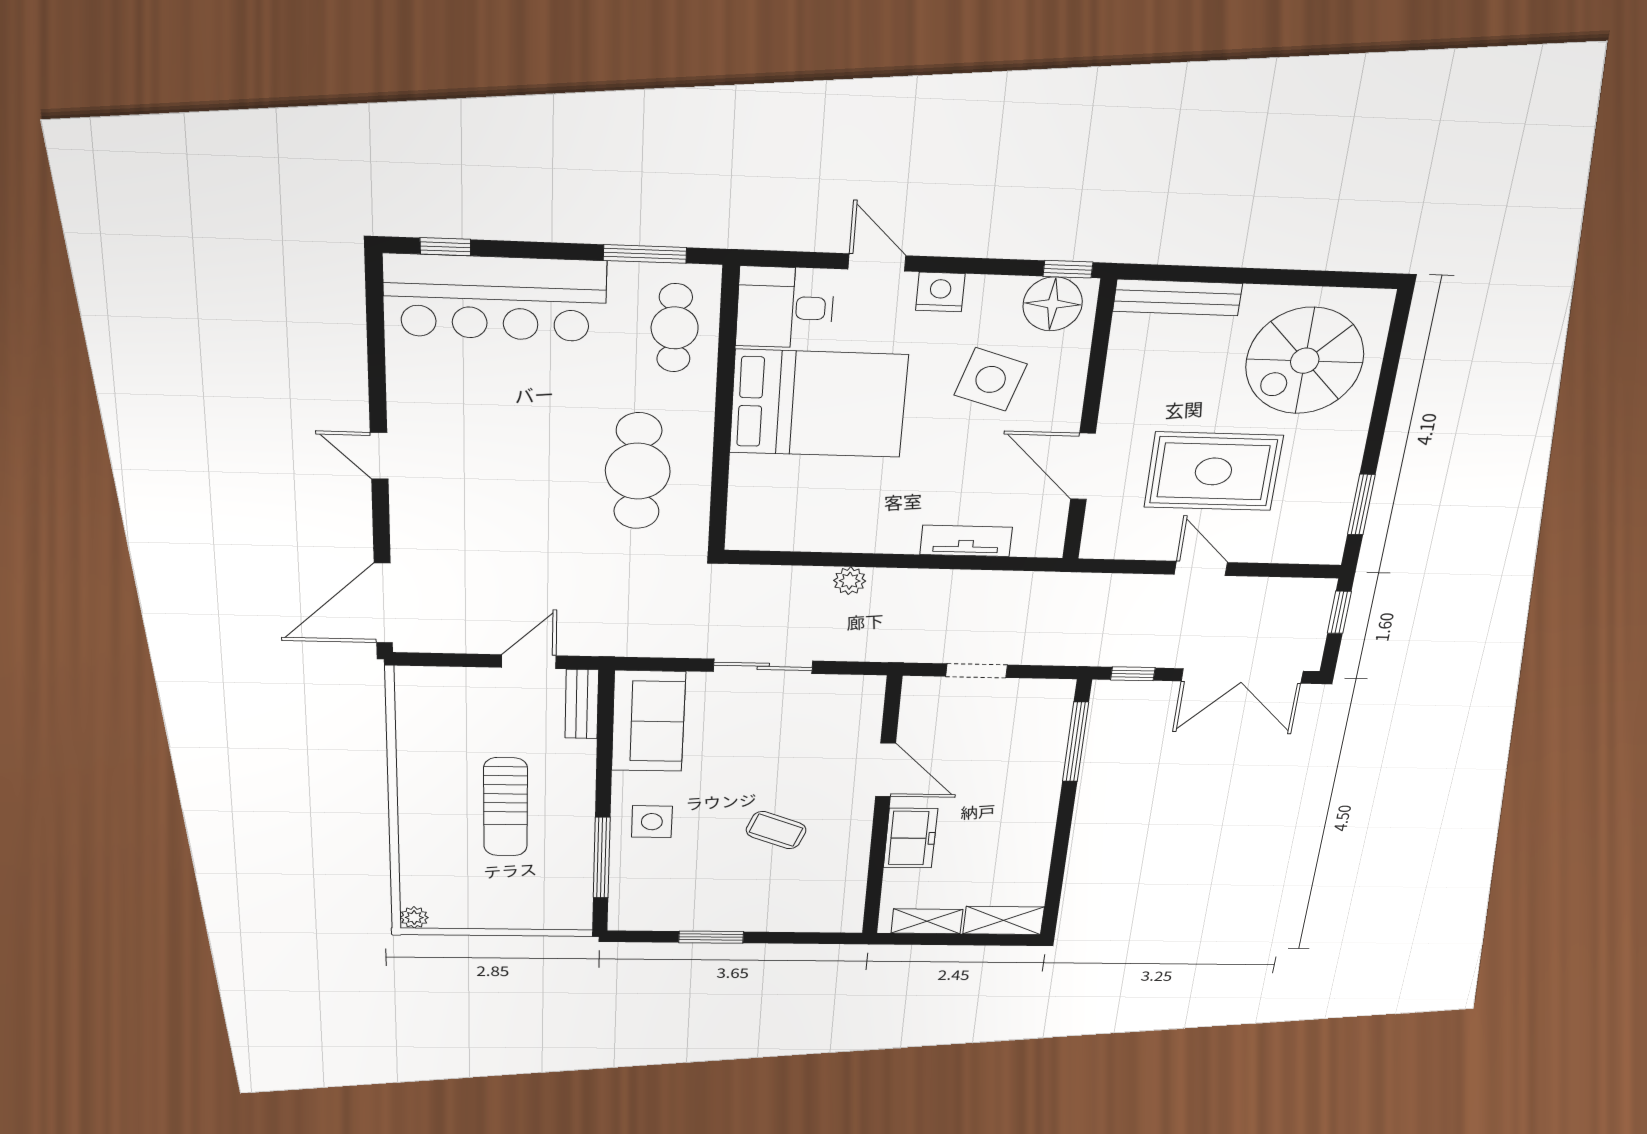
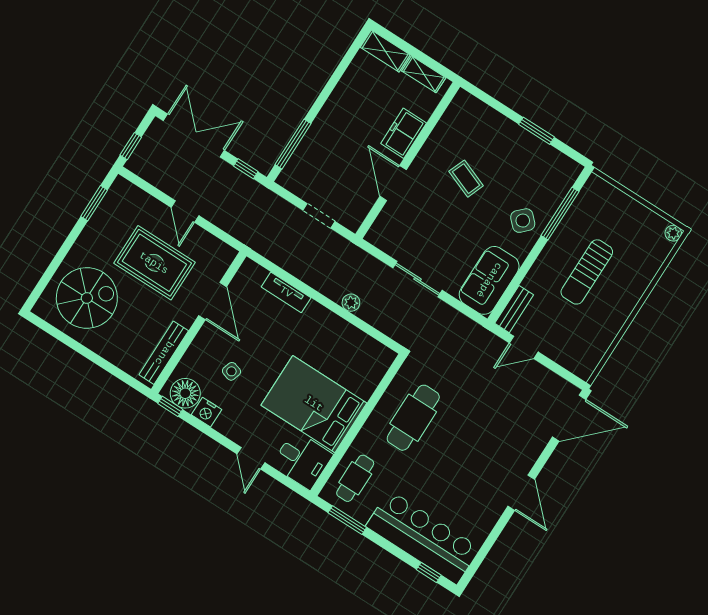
nightstand: (940, 292) -> (207, 412), moved
bench: (1178, 297) -> (164, 353), moved, turned 90
side table: (991, 379) -> (231, 371), width x0.54, depth x0.54
door: (379, 456) -> (521, 493), width x1.38
sun lounger: (506, 807) -> (587, 272), turned 180
side table: (652, 822) -> (523, 221), turned 45

